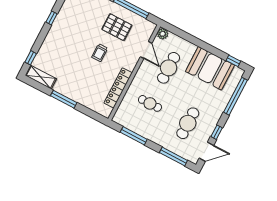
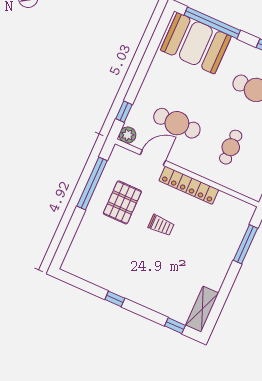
window: (233, 61) -> (124, 112), moved
booth: (210, 68) -> (196, 43), moved, turned 90
locker: (118, 88) -> (189, 185), moved
window: (64, 99) -> (245, 244), moved

